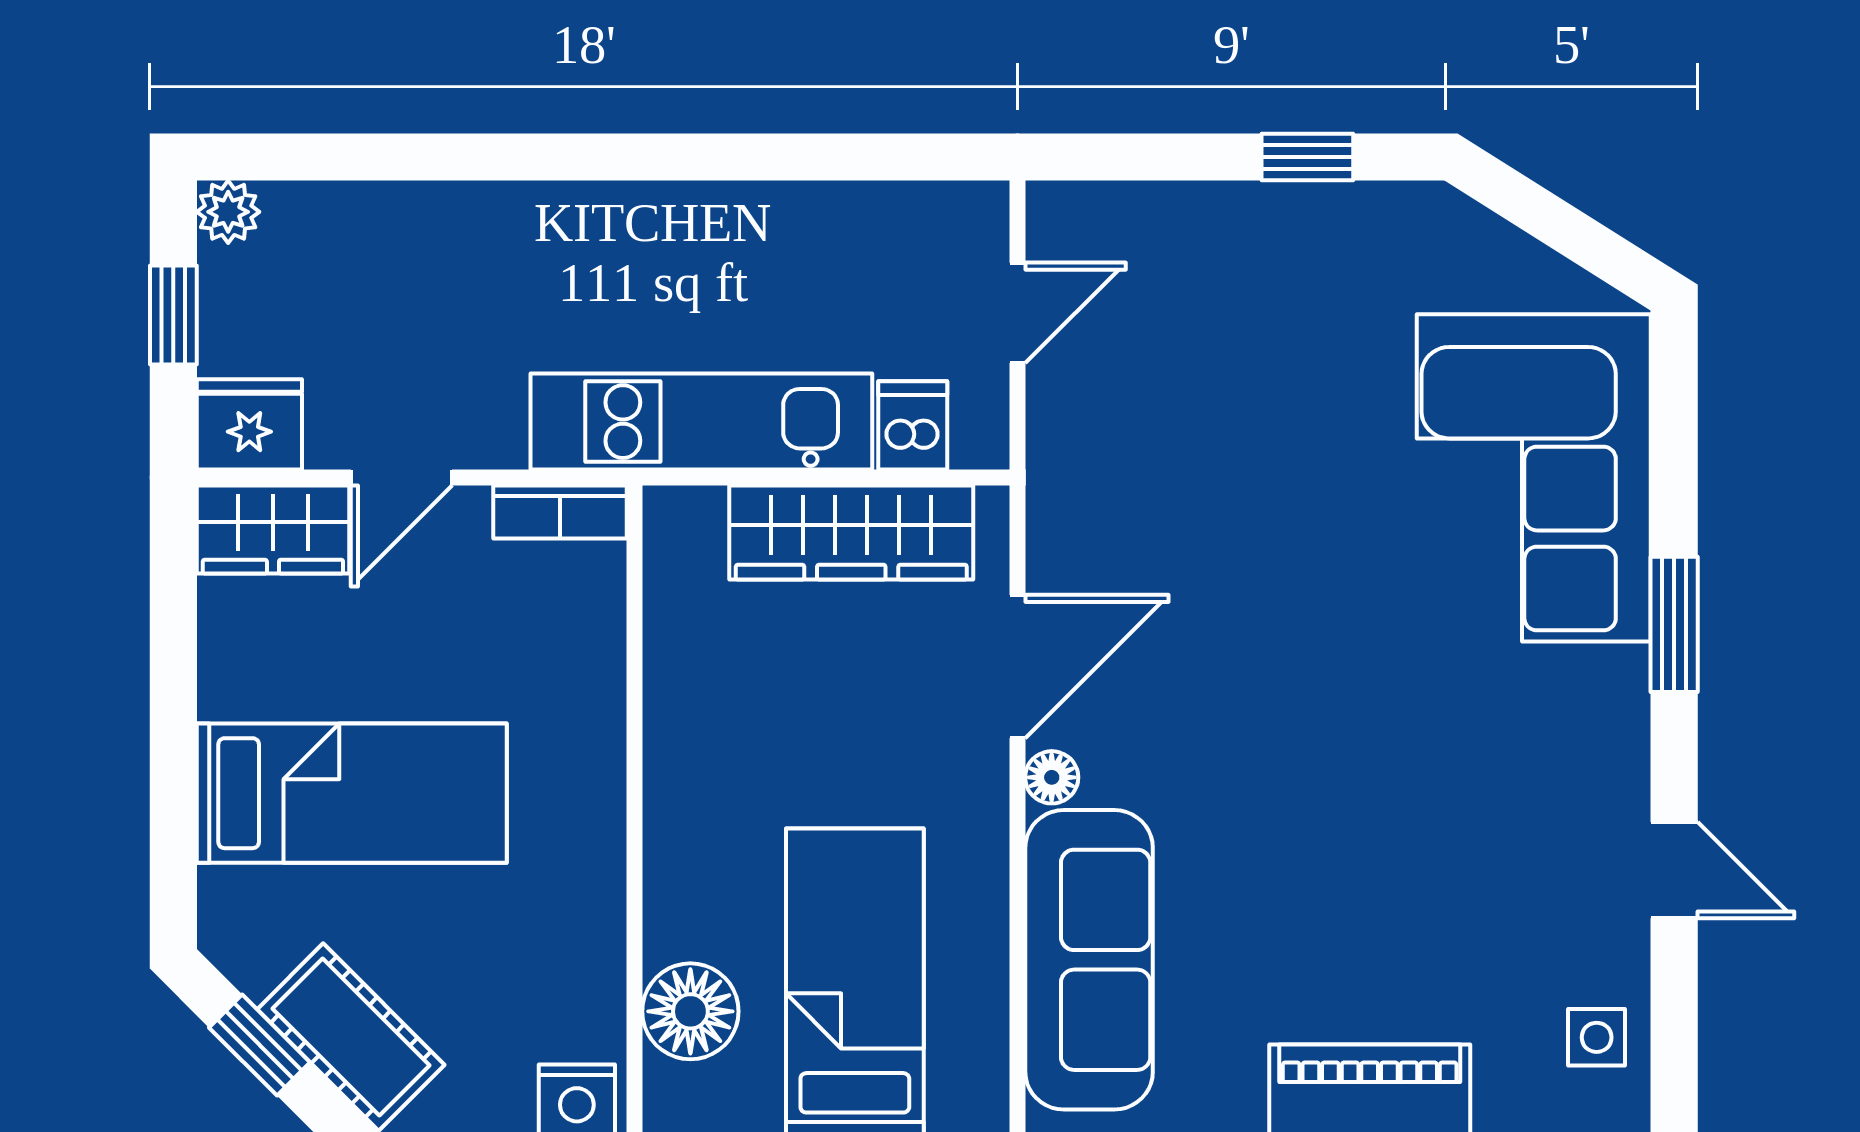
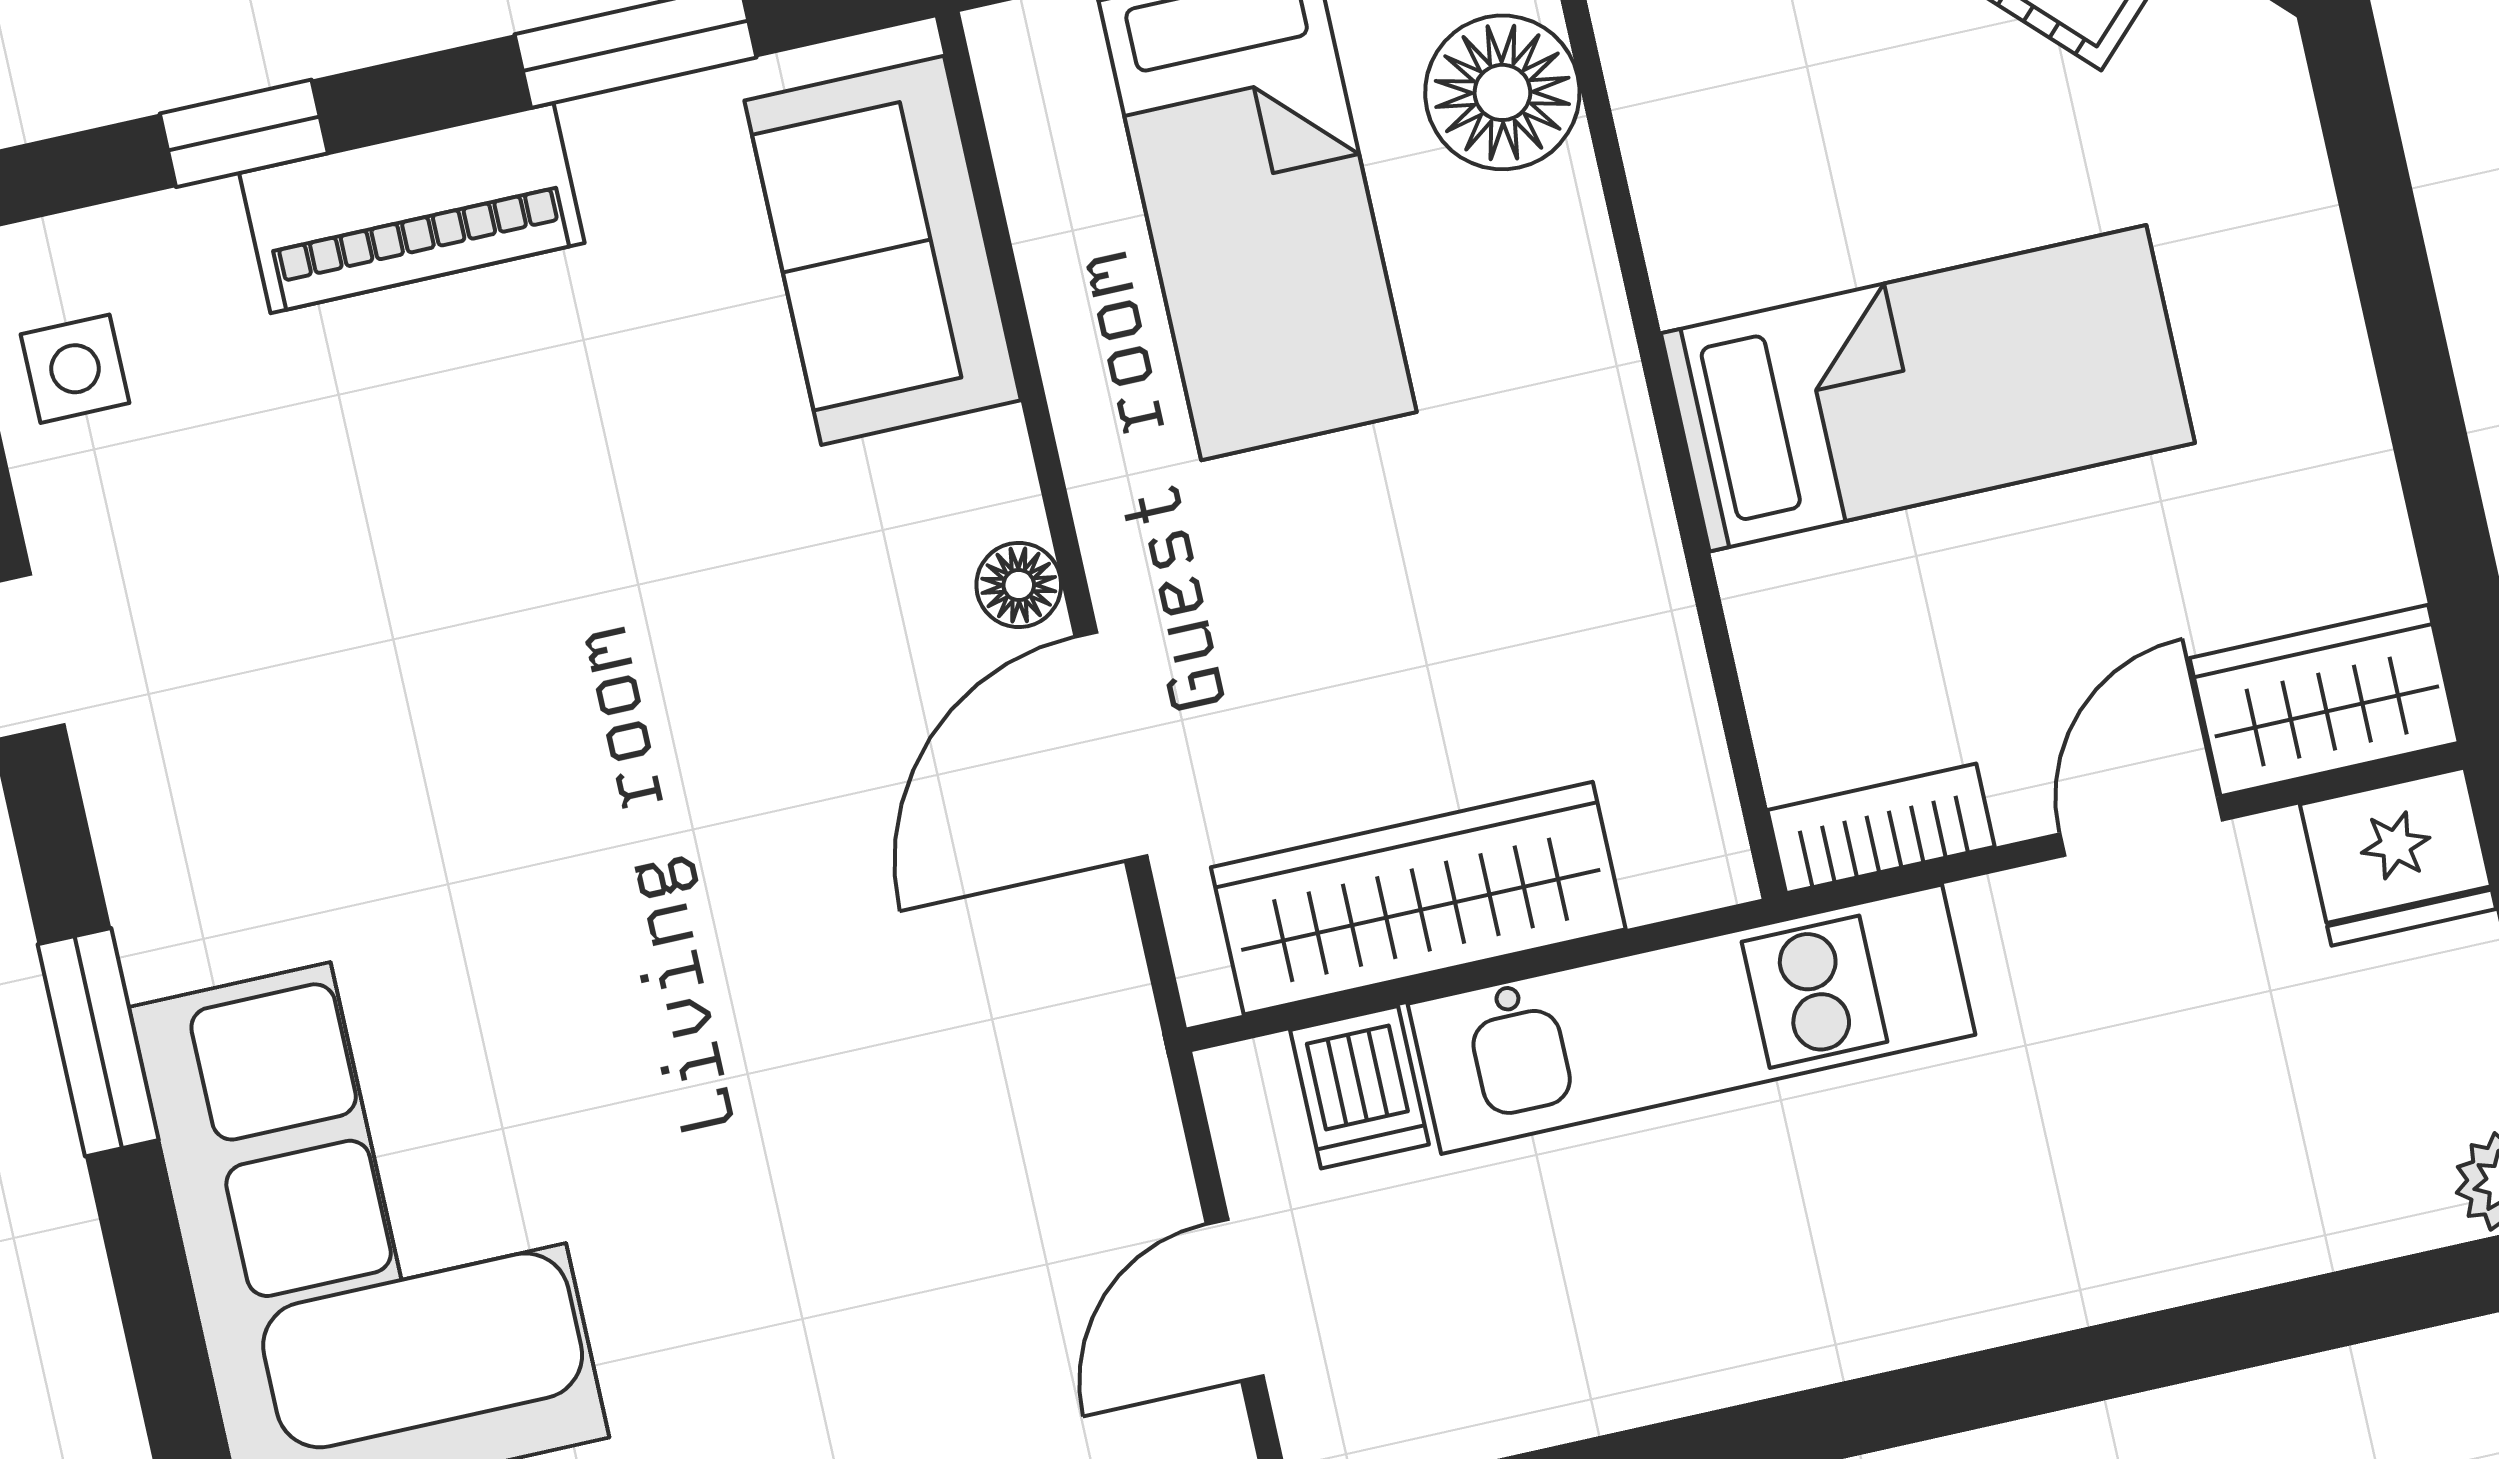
bed: (352, 793) -> (1928, 388), moved, turned 180
sofa: (1089, 960) -> (883, 250), width x0.73

